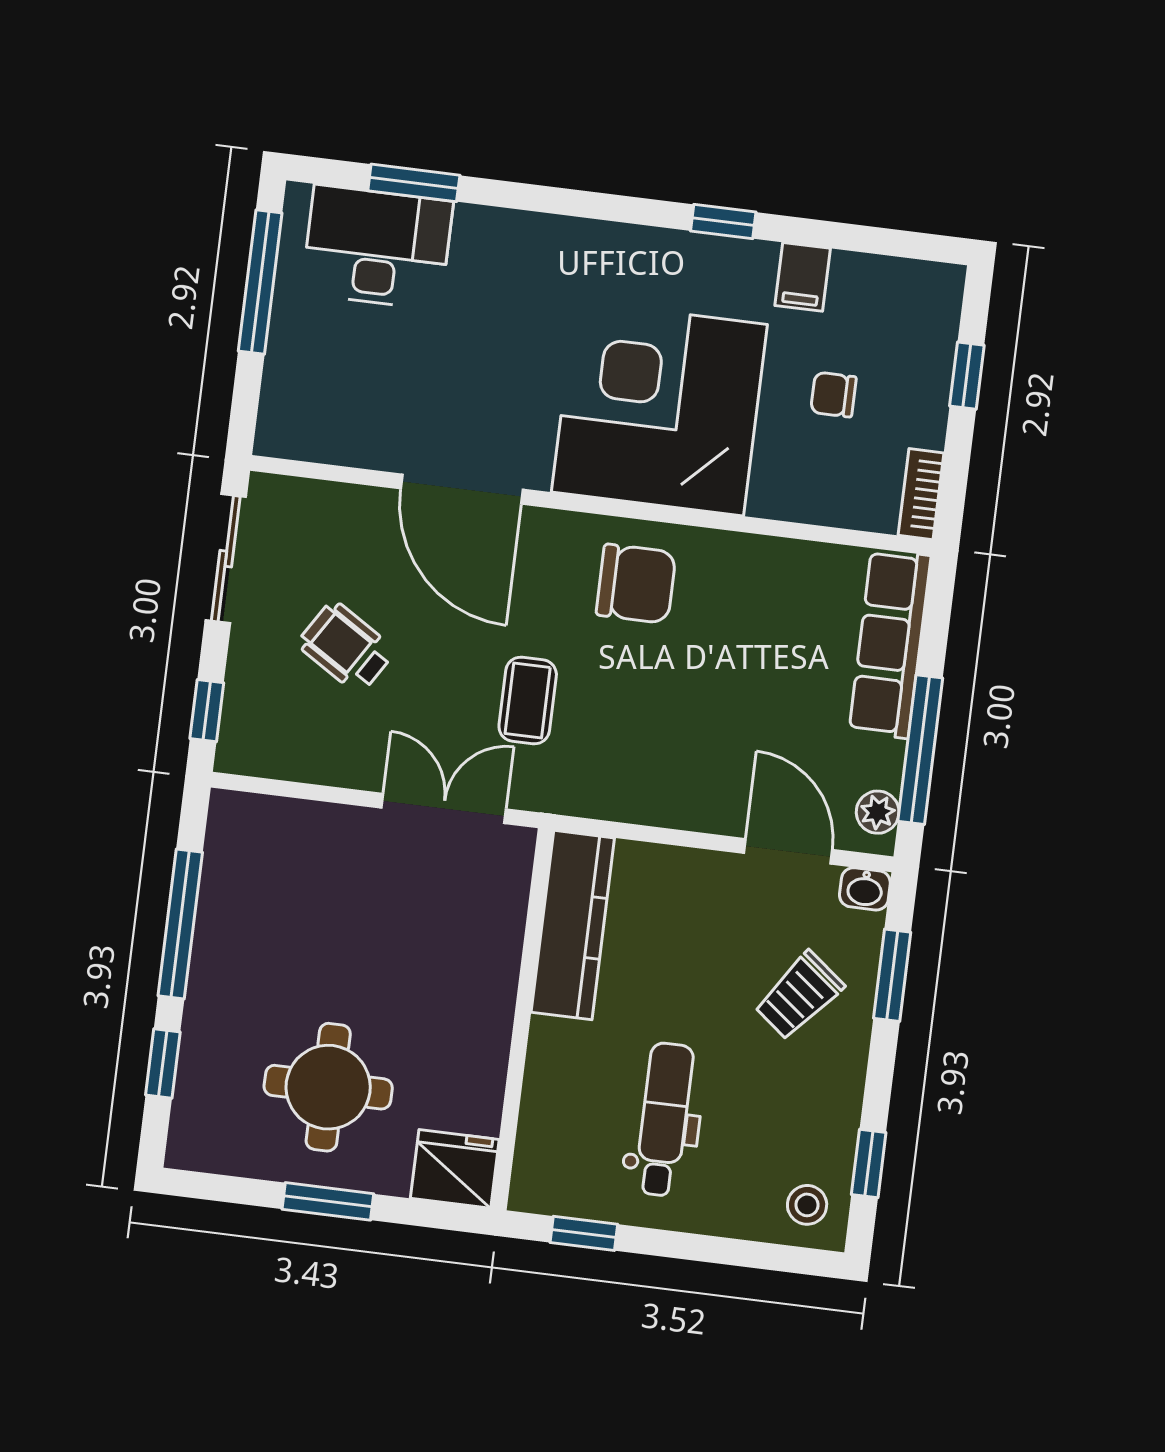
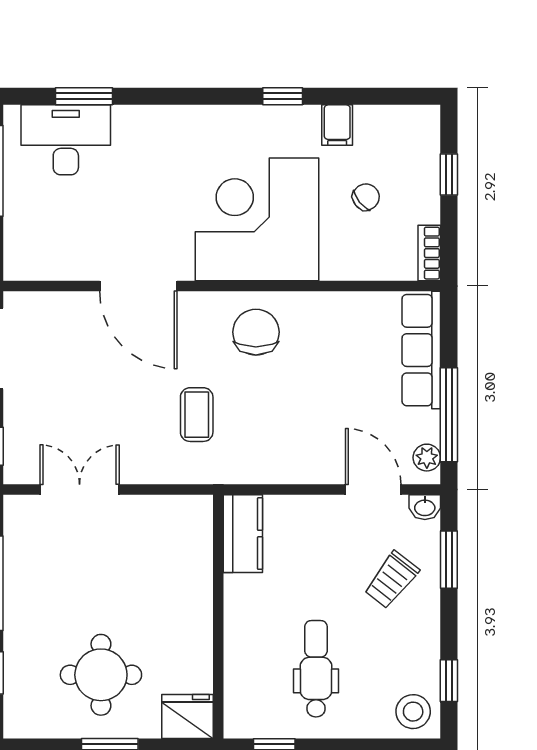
chair: (833, 395) -> (366, 197), turned 141
chair: (636, 584) -> (256, 332), turned -90
wheelchair: (346, 647) -> (78, 395), removed
double door: (444, 808) -> (80, 489), moved
kitchen counter: (573, 925) -> (243, 534), width x0.67
stool: (807, 1205) -> (413, 712), width x1.37, depth x1.37

